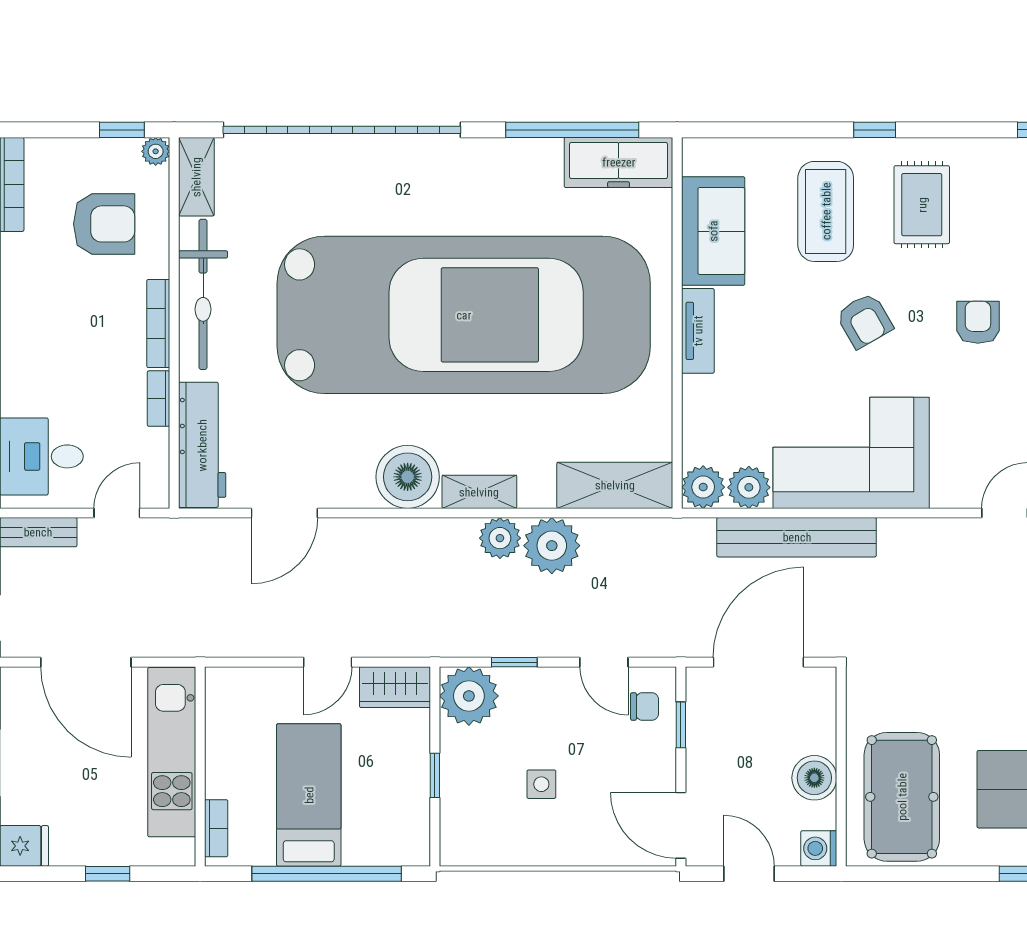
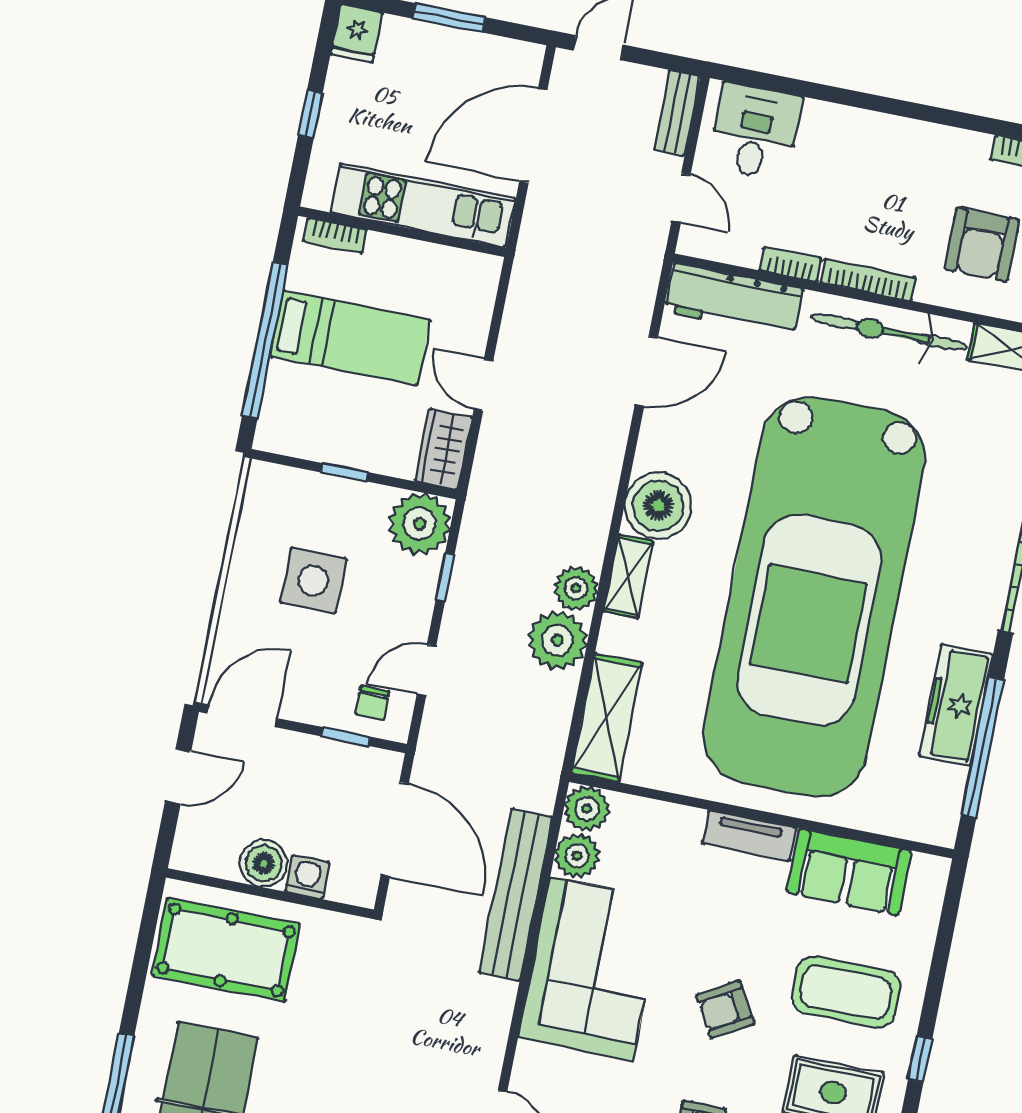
freezer: (619, 162) -> (956, 705), moved
door: (284, 513) -> (646, 371), swing flipped
side table: (541, 784) -> (313, 580), width x1.87, depth x1.87
washing machine: (819, 848) -> (307, 877), moved

